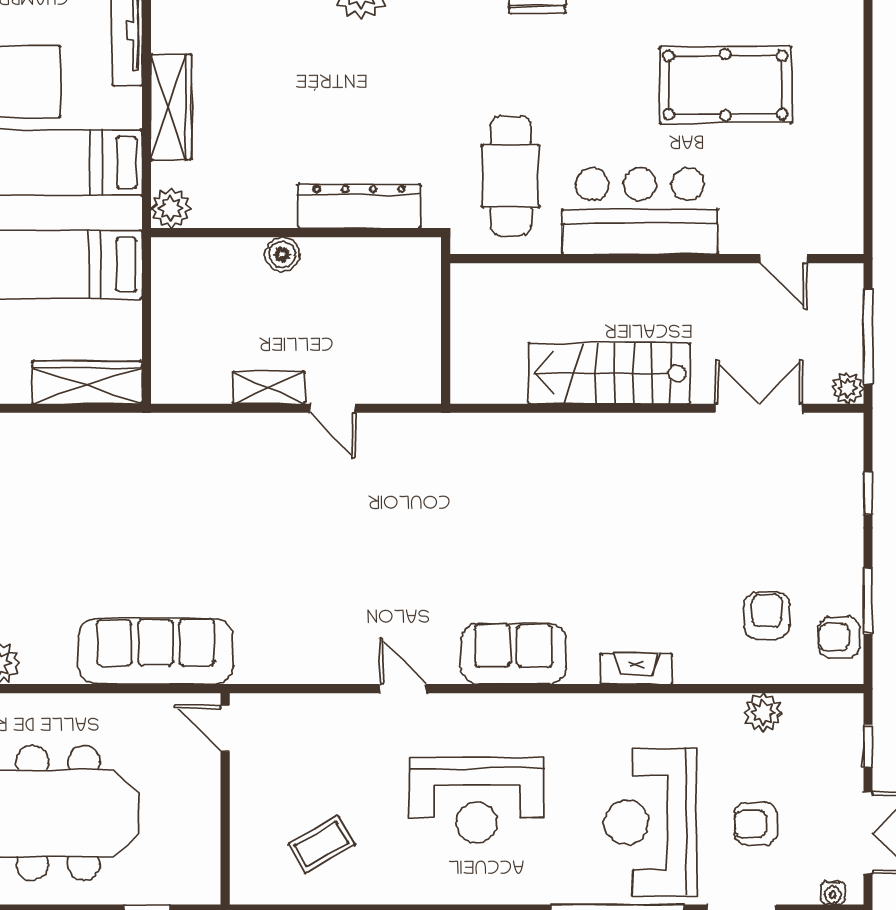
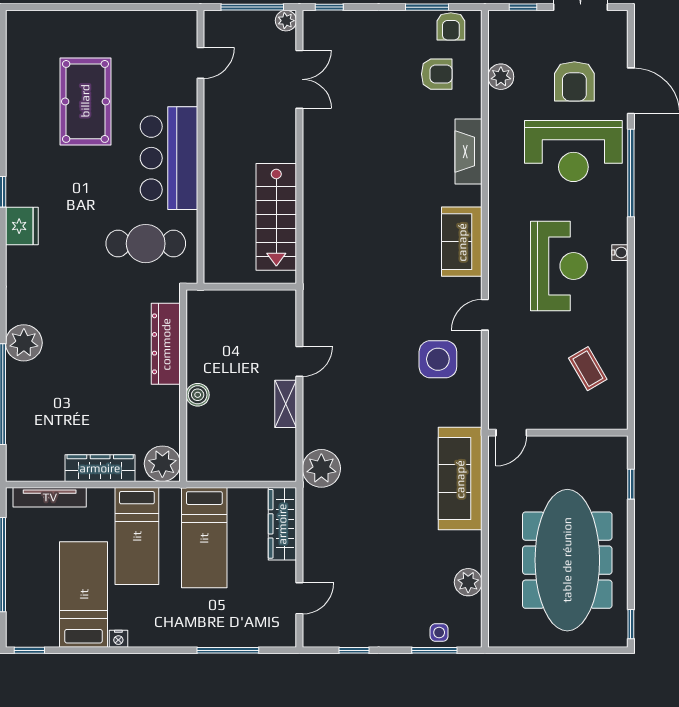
plant: (171, 208) -> (162, 464), width x1.36, depth x1.36
stairs: (609, 373) -> (276, 217), moved
double door: (759, 408) -> (299, 79), swing flipped
plant: (171, 441) -> (321, 468), added
window: (868, 493) -> (329, 7), moved
armchair: (767, 616) -> (437, 74), turned 180
side table: (336, 618) -> (438, 359), added
fireplace: (636, 669) -> (469, 152), width x1.37, depth x1.32
armchair: (756, 824) -> (574, 81), width x1.38, depth x1.38
water cooler: (833, 893) -> (620, 253), moved

